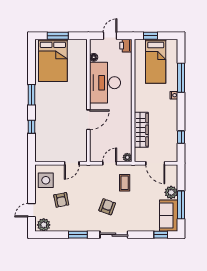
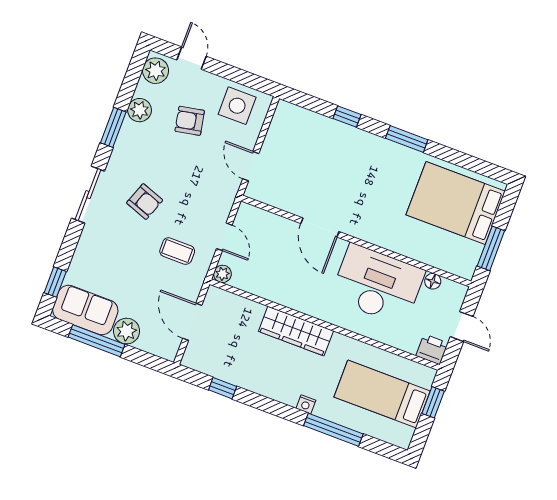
window: (58, 36) -> (491, 248), moved
wardrobe: (141, 130) -> (296, 331), moved
door: (155, 163) -> (192, 322), hinge flipped
plant: (65, 225) -> (140, 110), added

